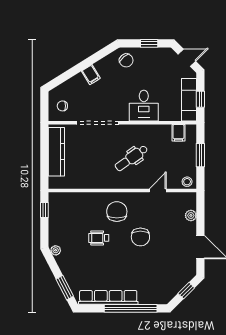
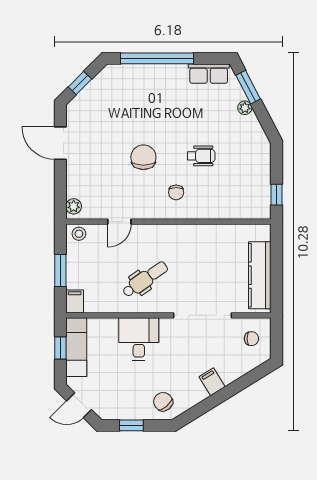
filing cabinet: (178, 133) -> (75, 301), moved
dental chair: (131, 158) -> (145, 279), moved
chair: (117, 212) -> (176, 192), width x0.54, depth x0.54
plant: (191, 215) -> (74, 206), moved
plant: (56, 250) -> (245, 108), moved
row of seats: (108, 297) -> (209, 74), width x0.50

